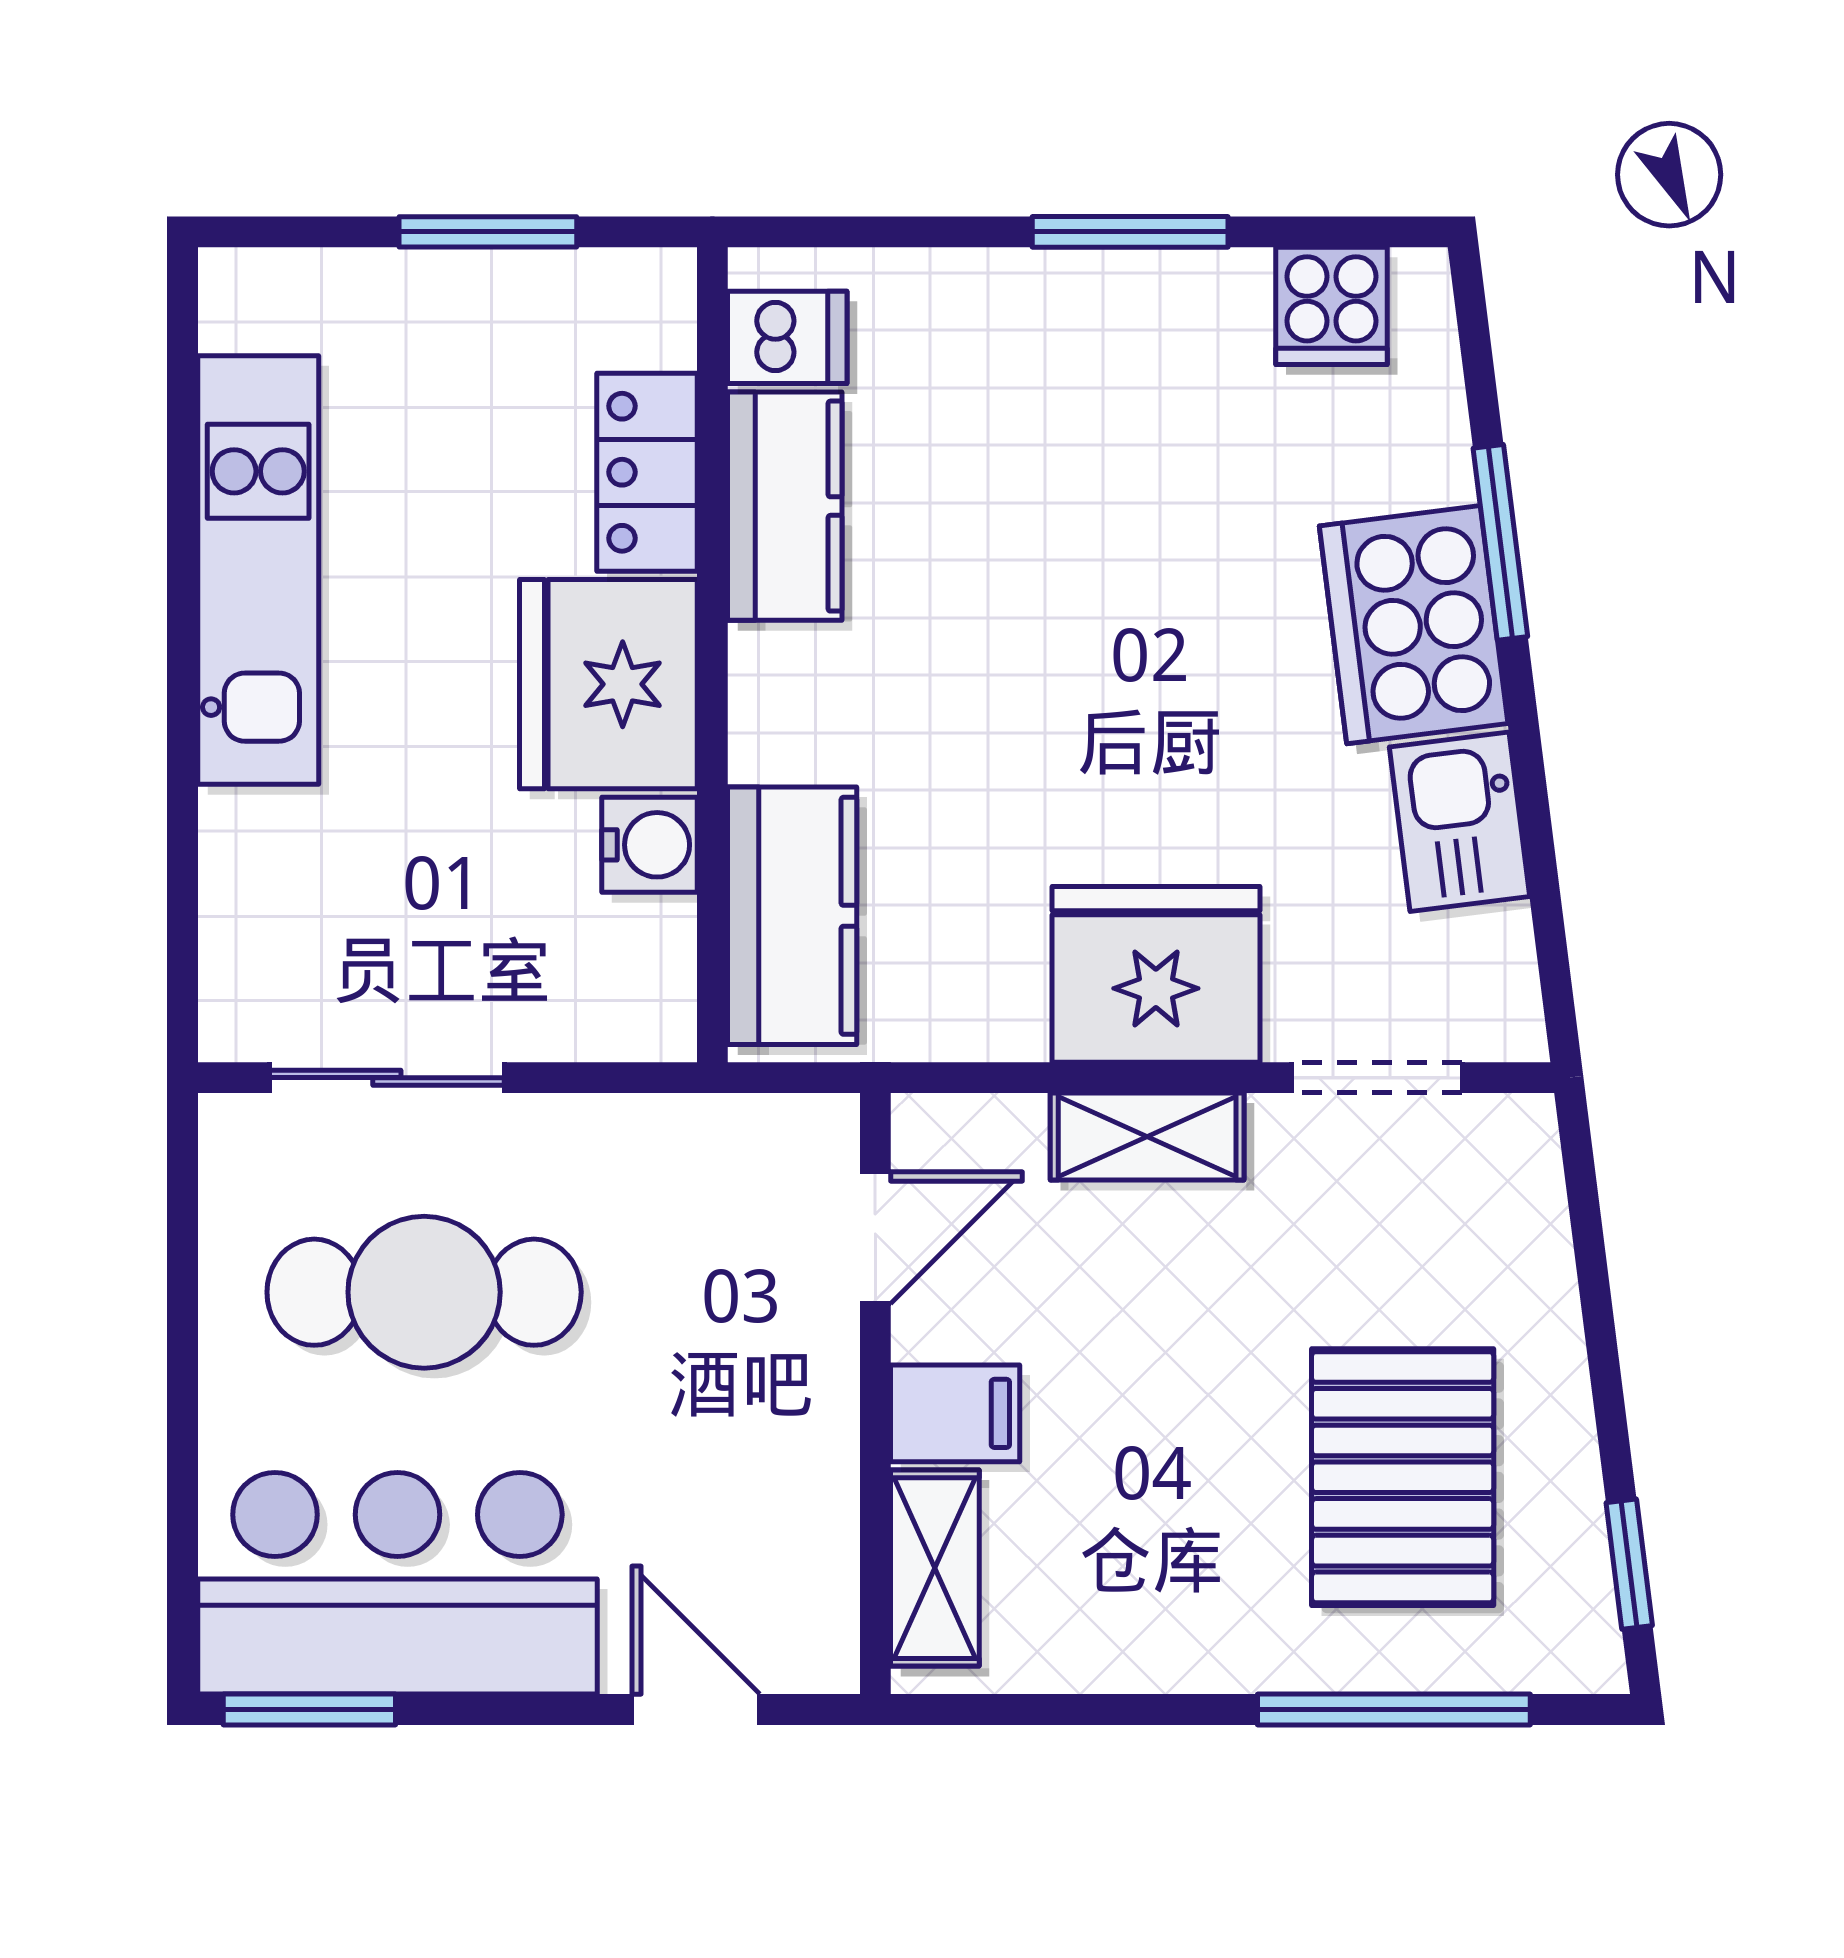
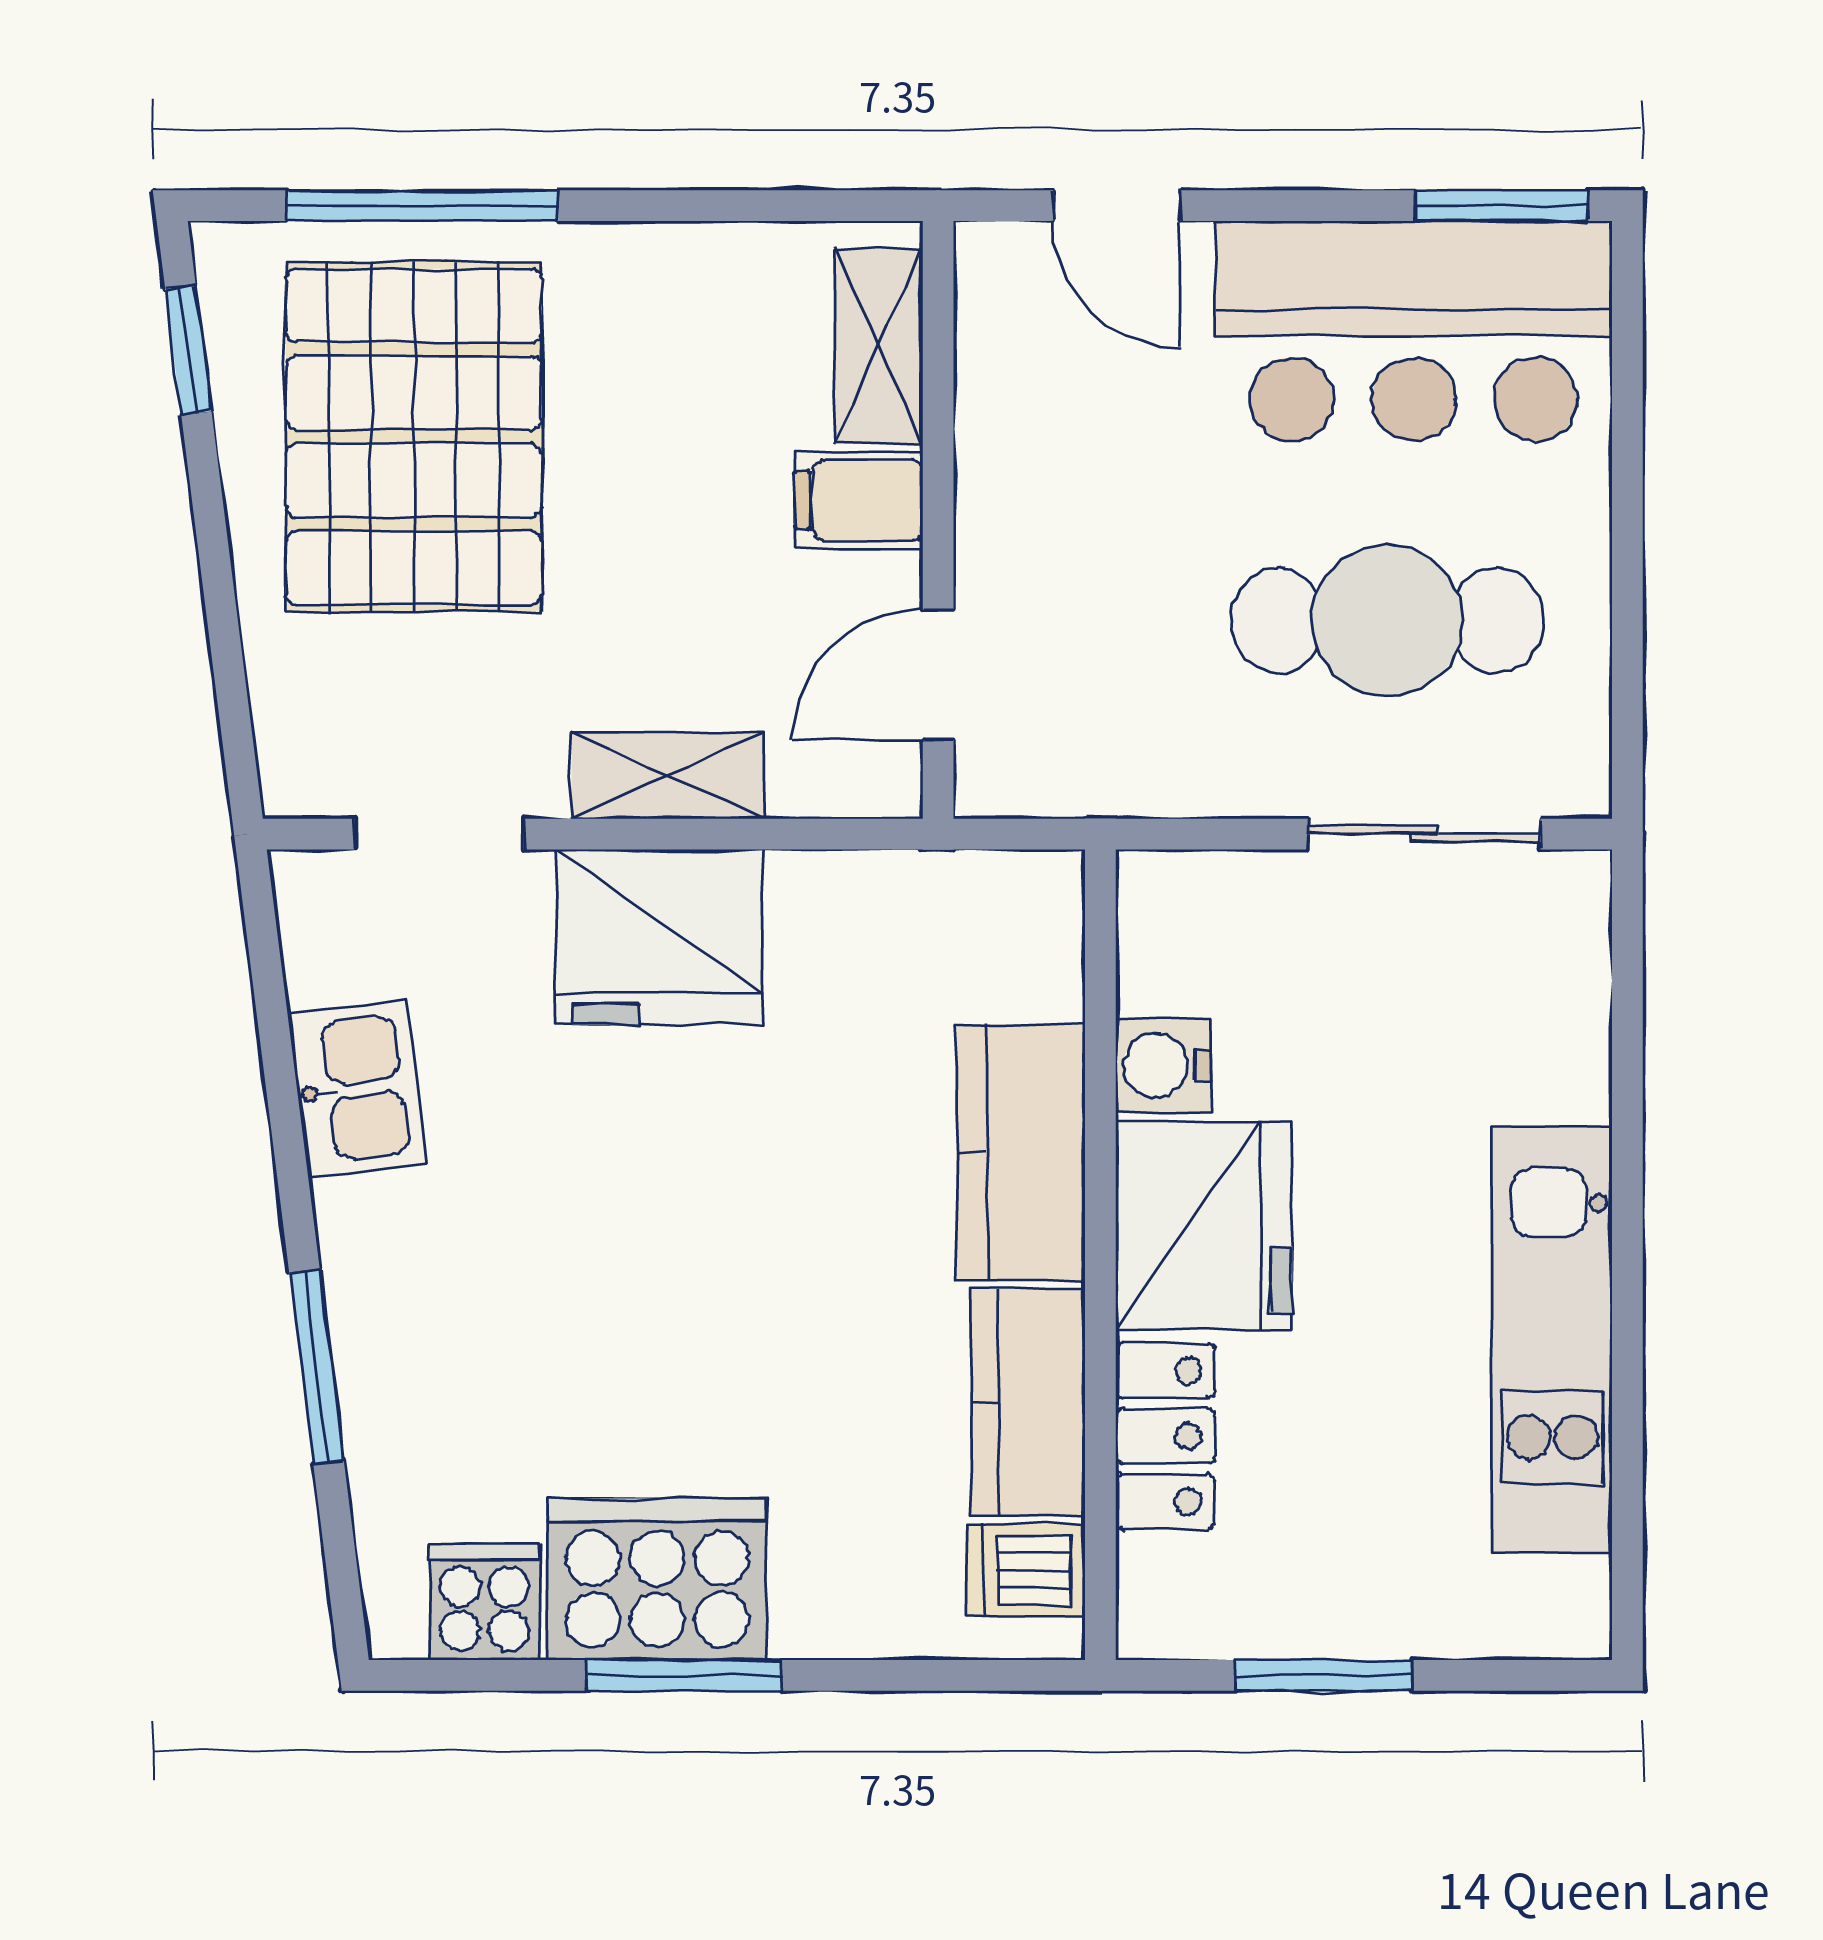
cooker: (1414, 625) -> (657, 1579), moved, turned -83
kitchen counter: (792, 916) -> (1021, 1153), moved
pallet: (1403, 1477) -> (414, 437), width x1.37, depth x1.41

